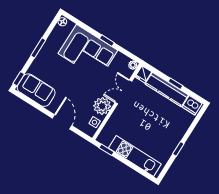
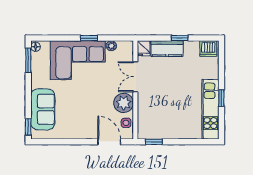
window: (38, 48) -> (28, 60), moved
plant: (133, 65) -> (111, 46), moved
kitchen counter: (167, 89) -> (167, 49), width x0.67
sofa: (36, 90) -> (43, 109), moved, turned 90
door: (62, 122) -> (109, 142), moved
kitchen unit: (135, 156) -> (210, 109), moved, turned -90

